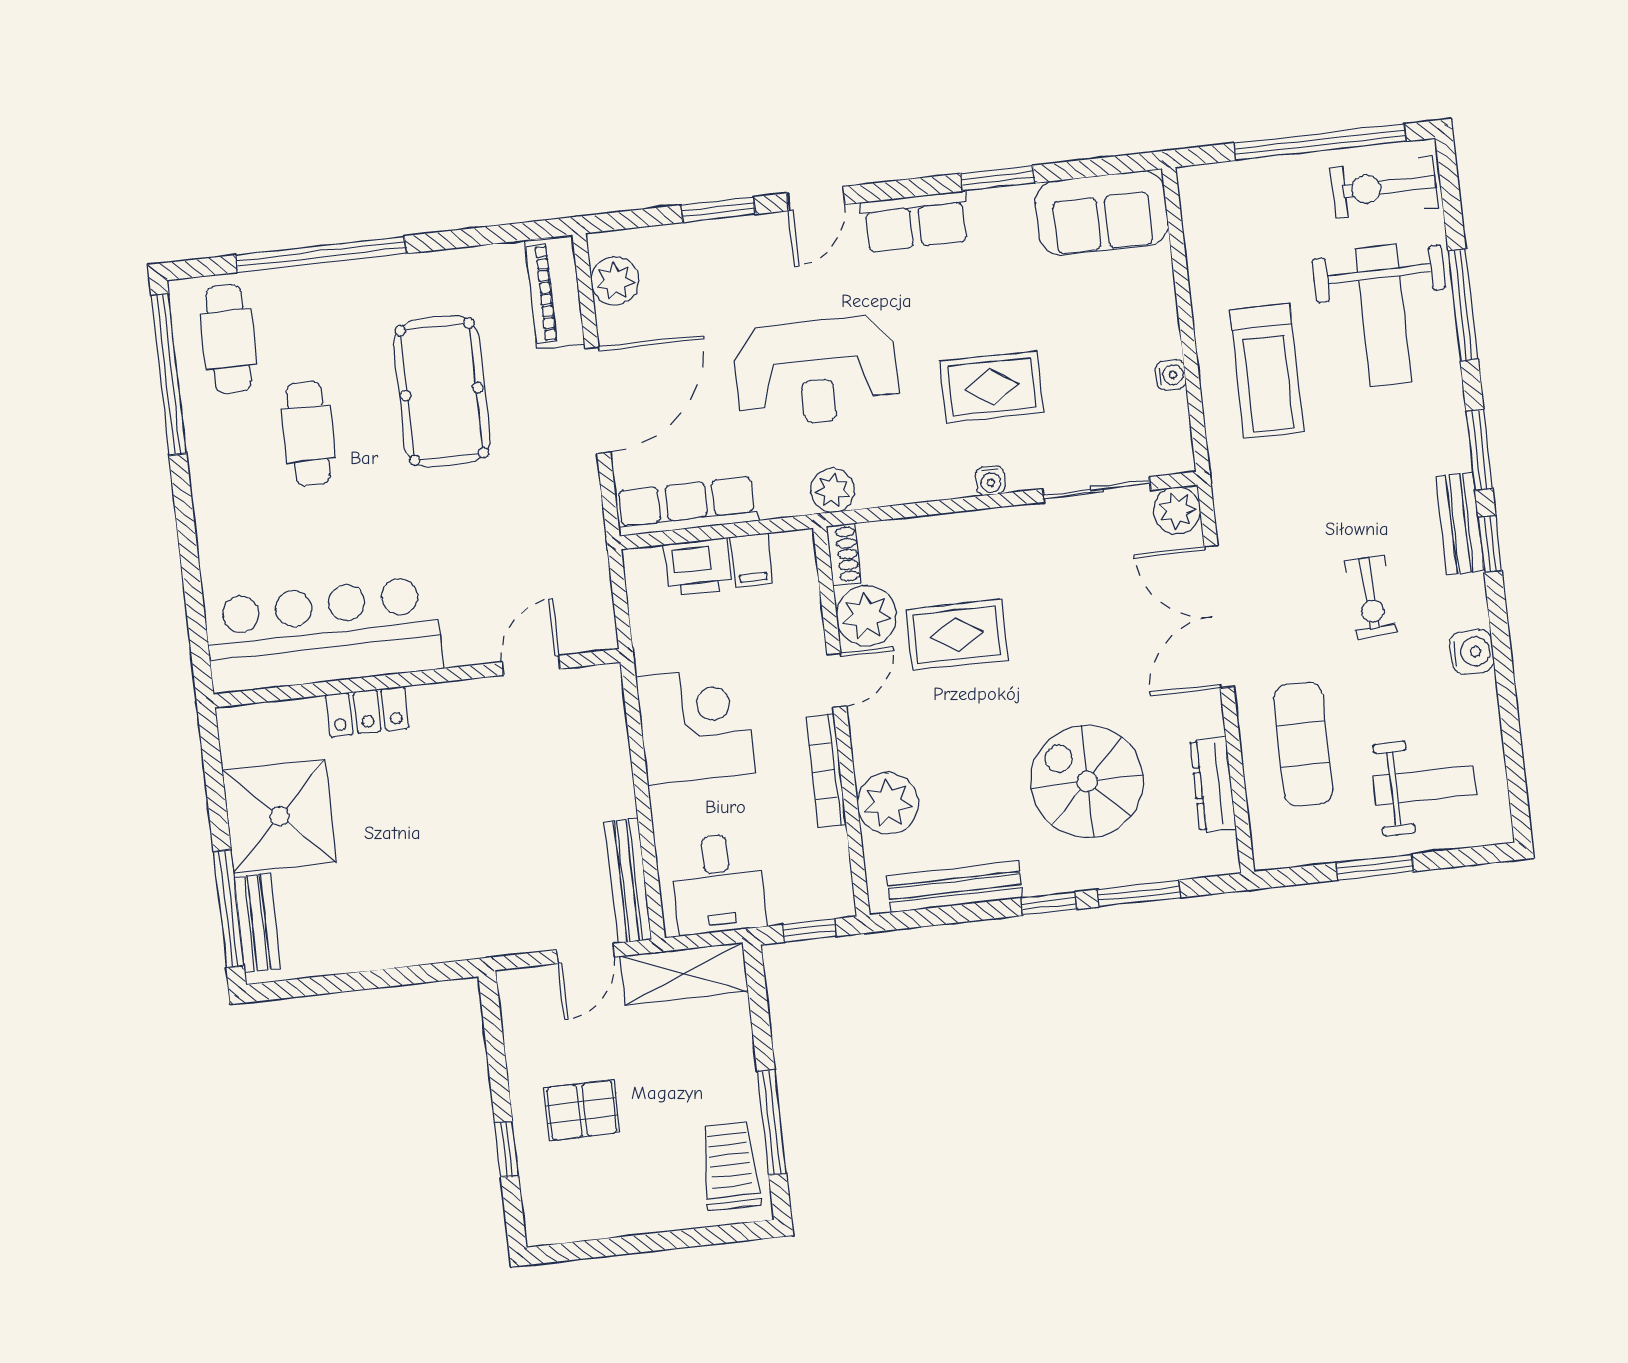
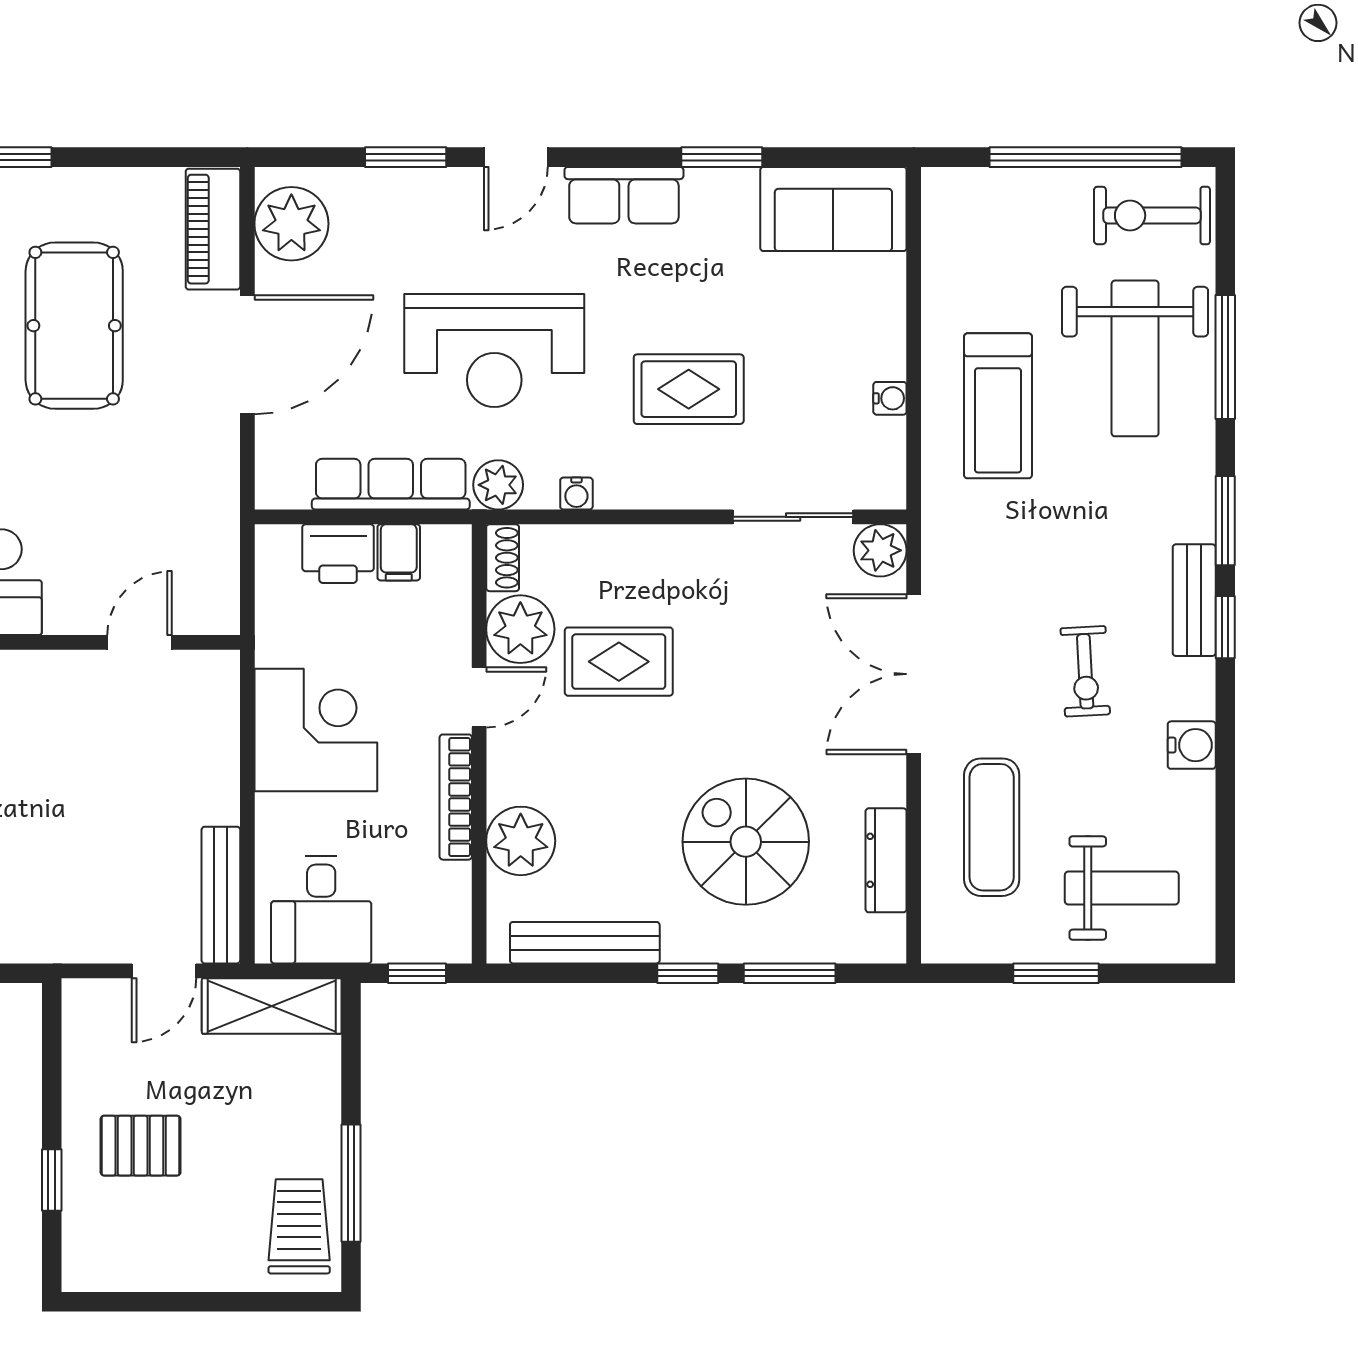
plant: (615, 281) -> (291, 224), width x1.36, depth x1.36
water cooler: (990, 480) -> (576, 494), moved
row of seats: (687, 506) -> (391, 484), moved

